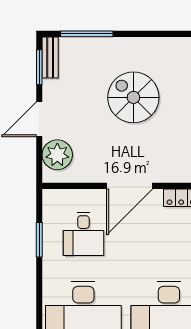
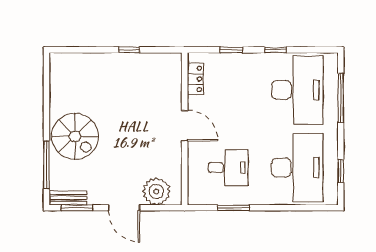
spiral stairs: (133, 97) -> (75, 136), moved, turned -90
door: (130, 186) -> (185, 126), width x0.73

